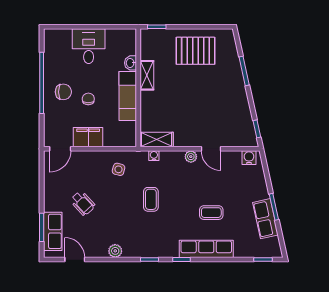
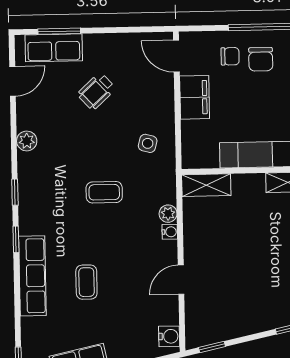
chair: (88, 99) -> (230, 56), moved
shelving: (157, 139) -> (206, 185), moved, turned 90
water cooler: (154, 156) -> (170, 232), moved
plant: (191, 157) -> (168, 214), moved

